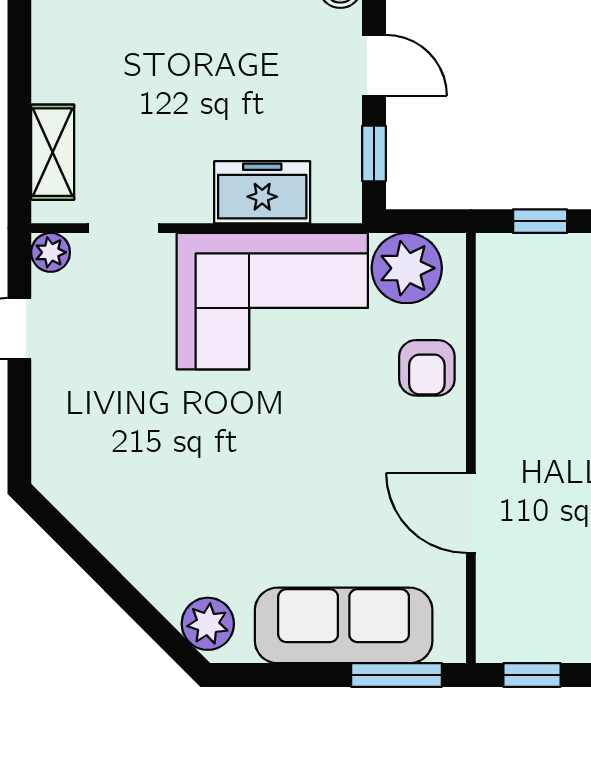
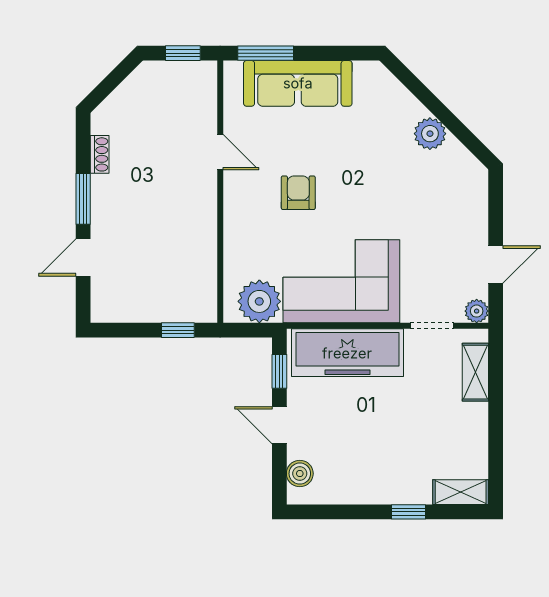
freezer: (262, 192) -> (347, 353), width x1.91, depth x1.26
armchair: (427, 368) -> (298, 193), moved
door: (471, 513) -> (220, 152), width x0.73
plant: (208, 624) -> (430, 134), moved

